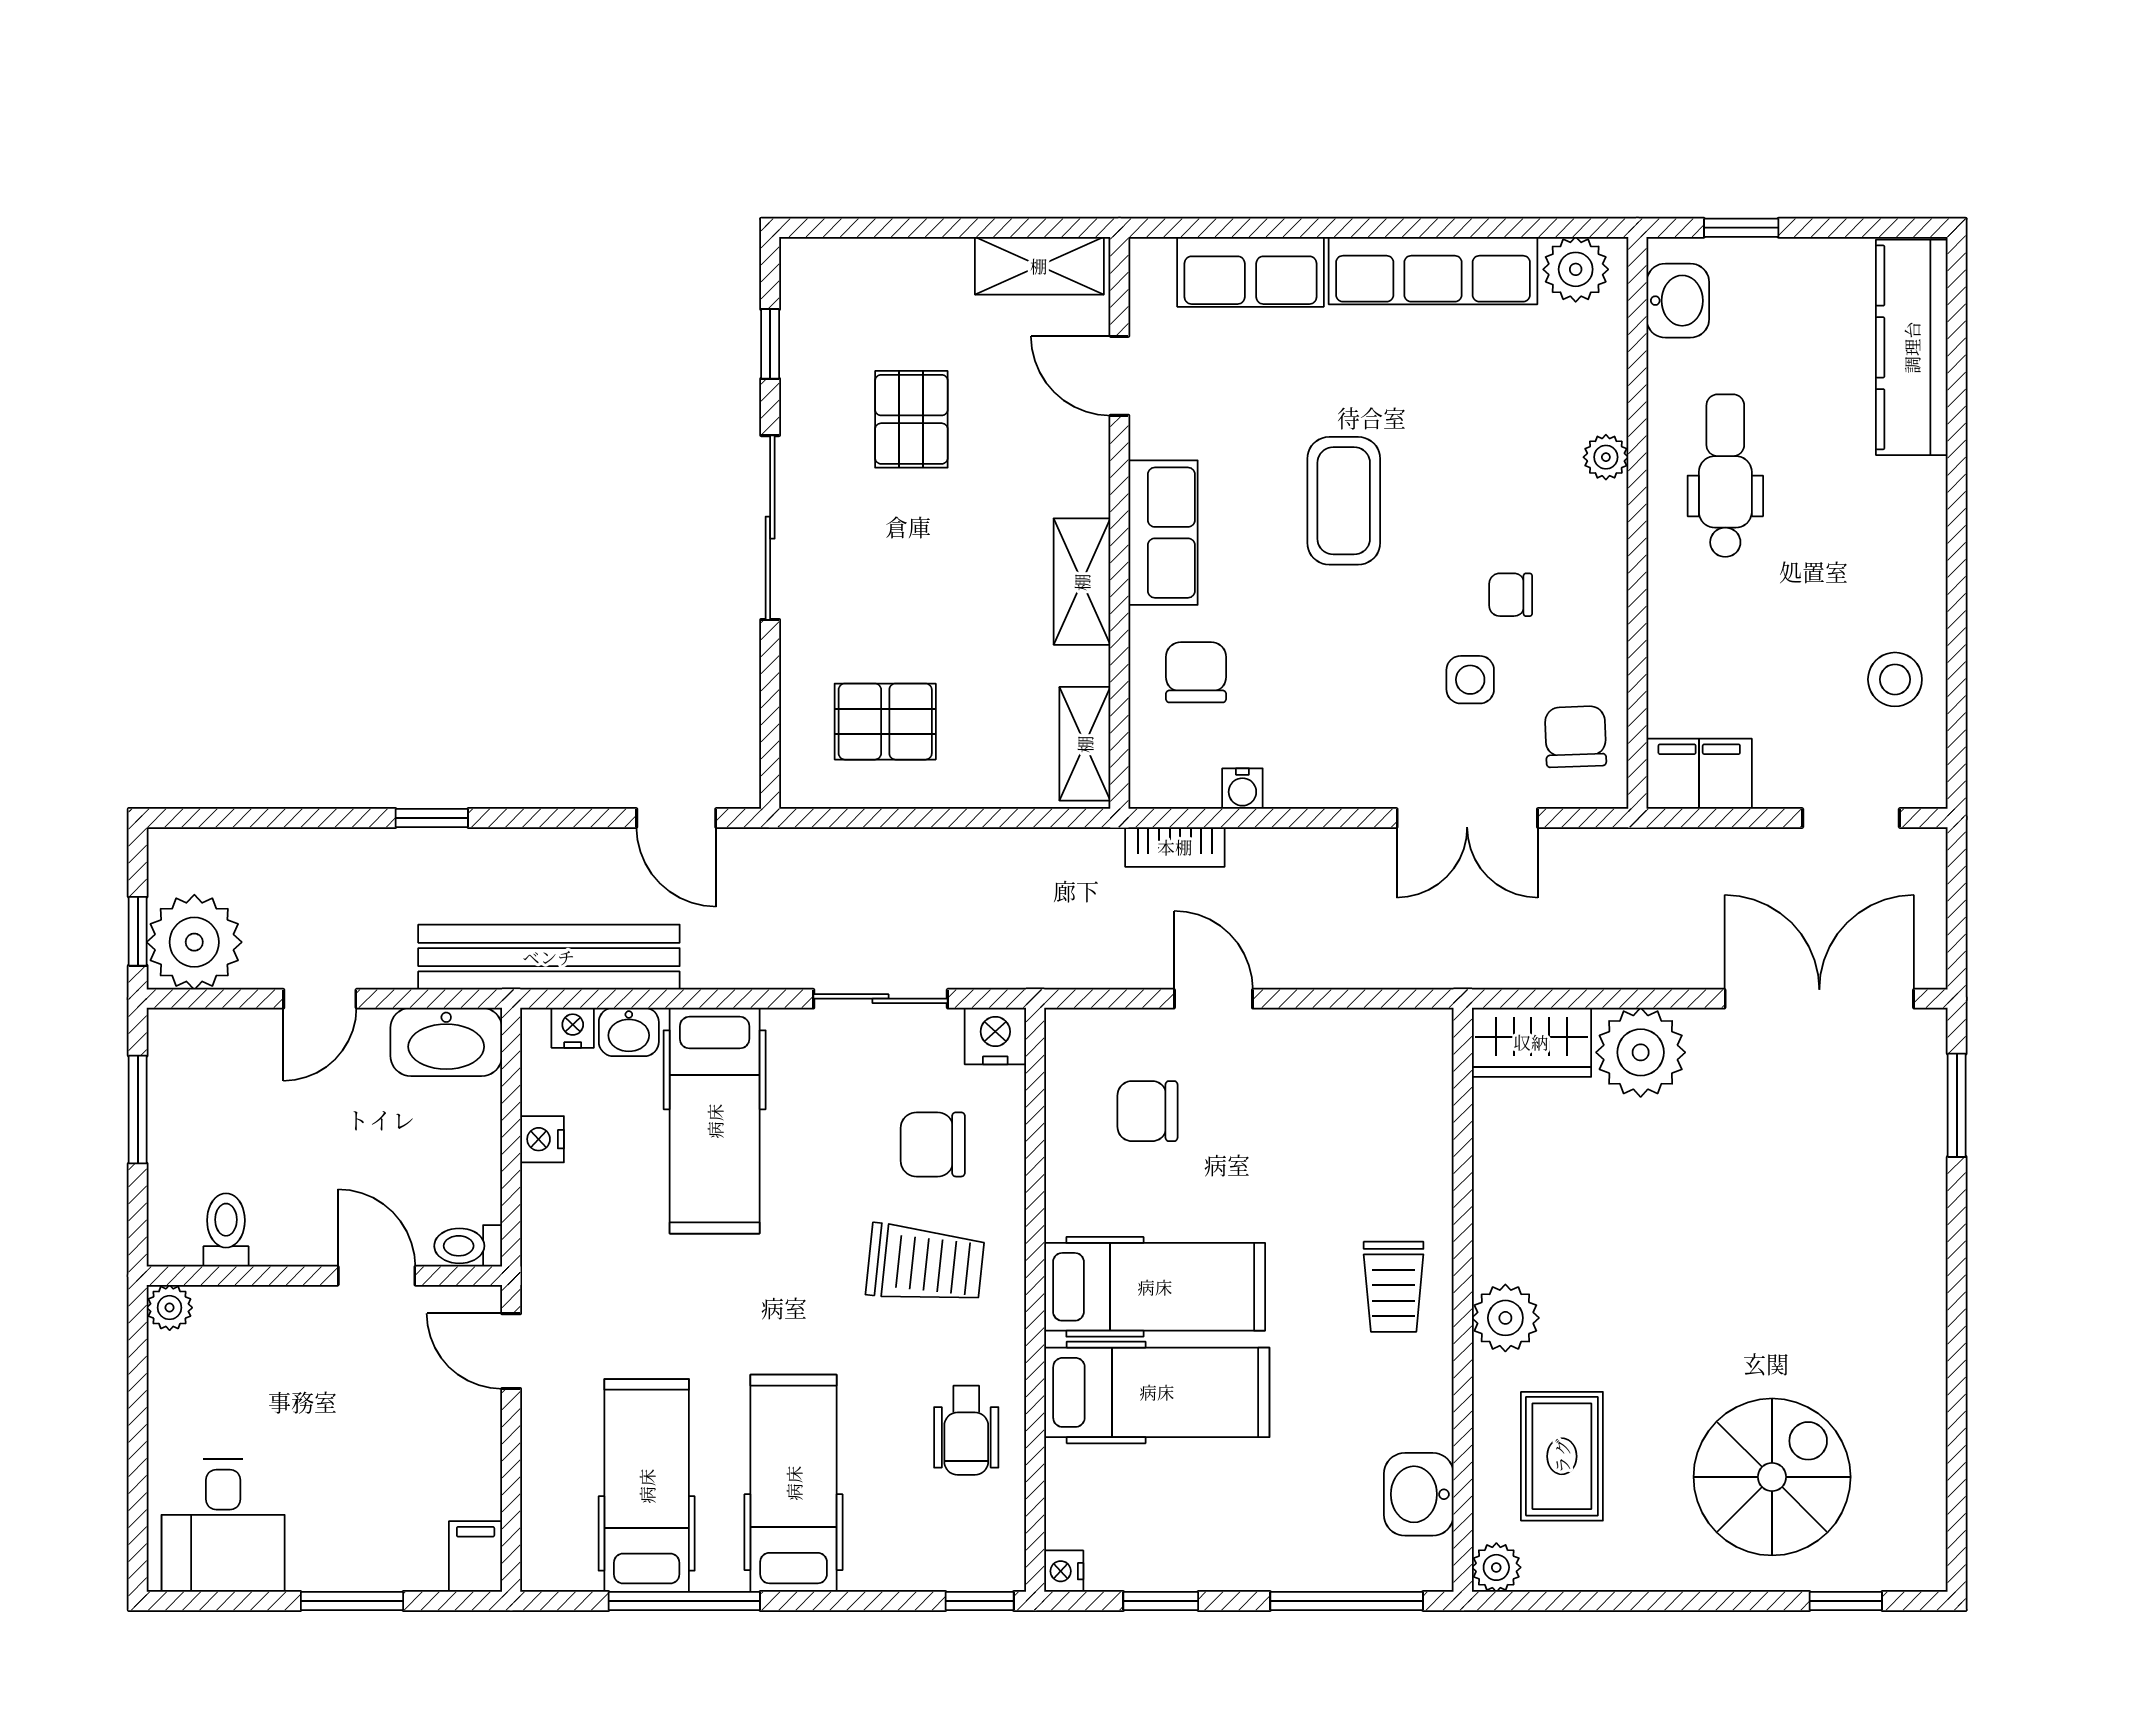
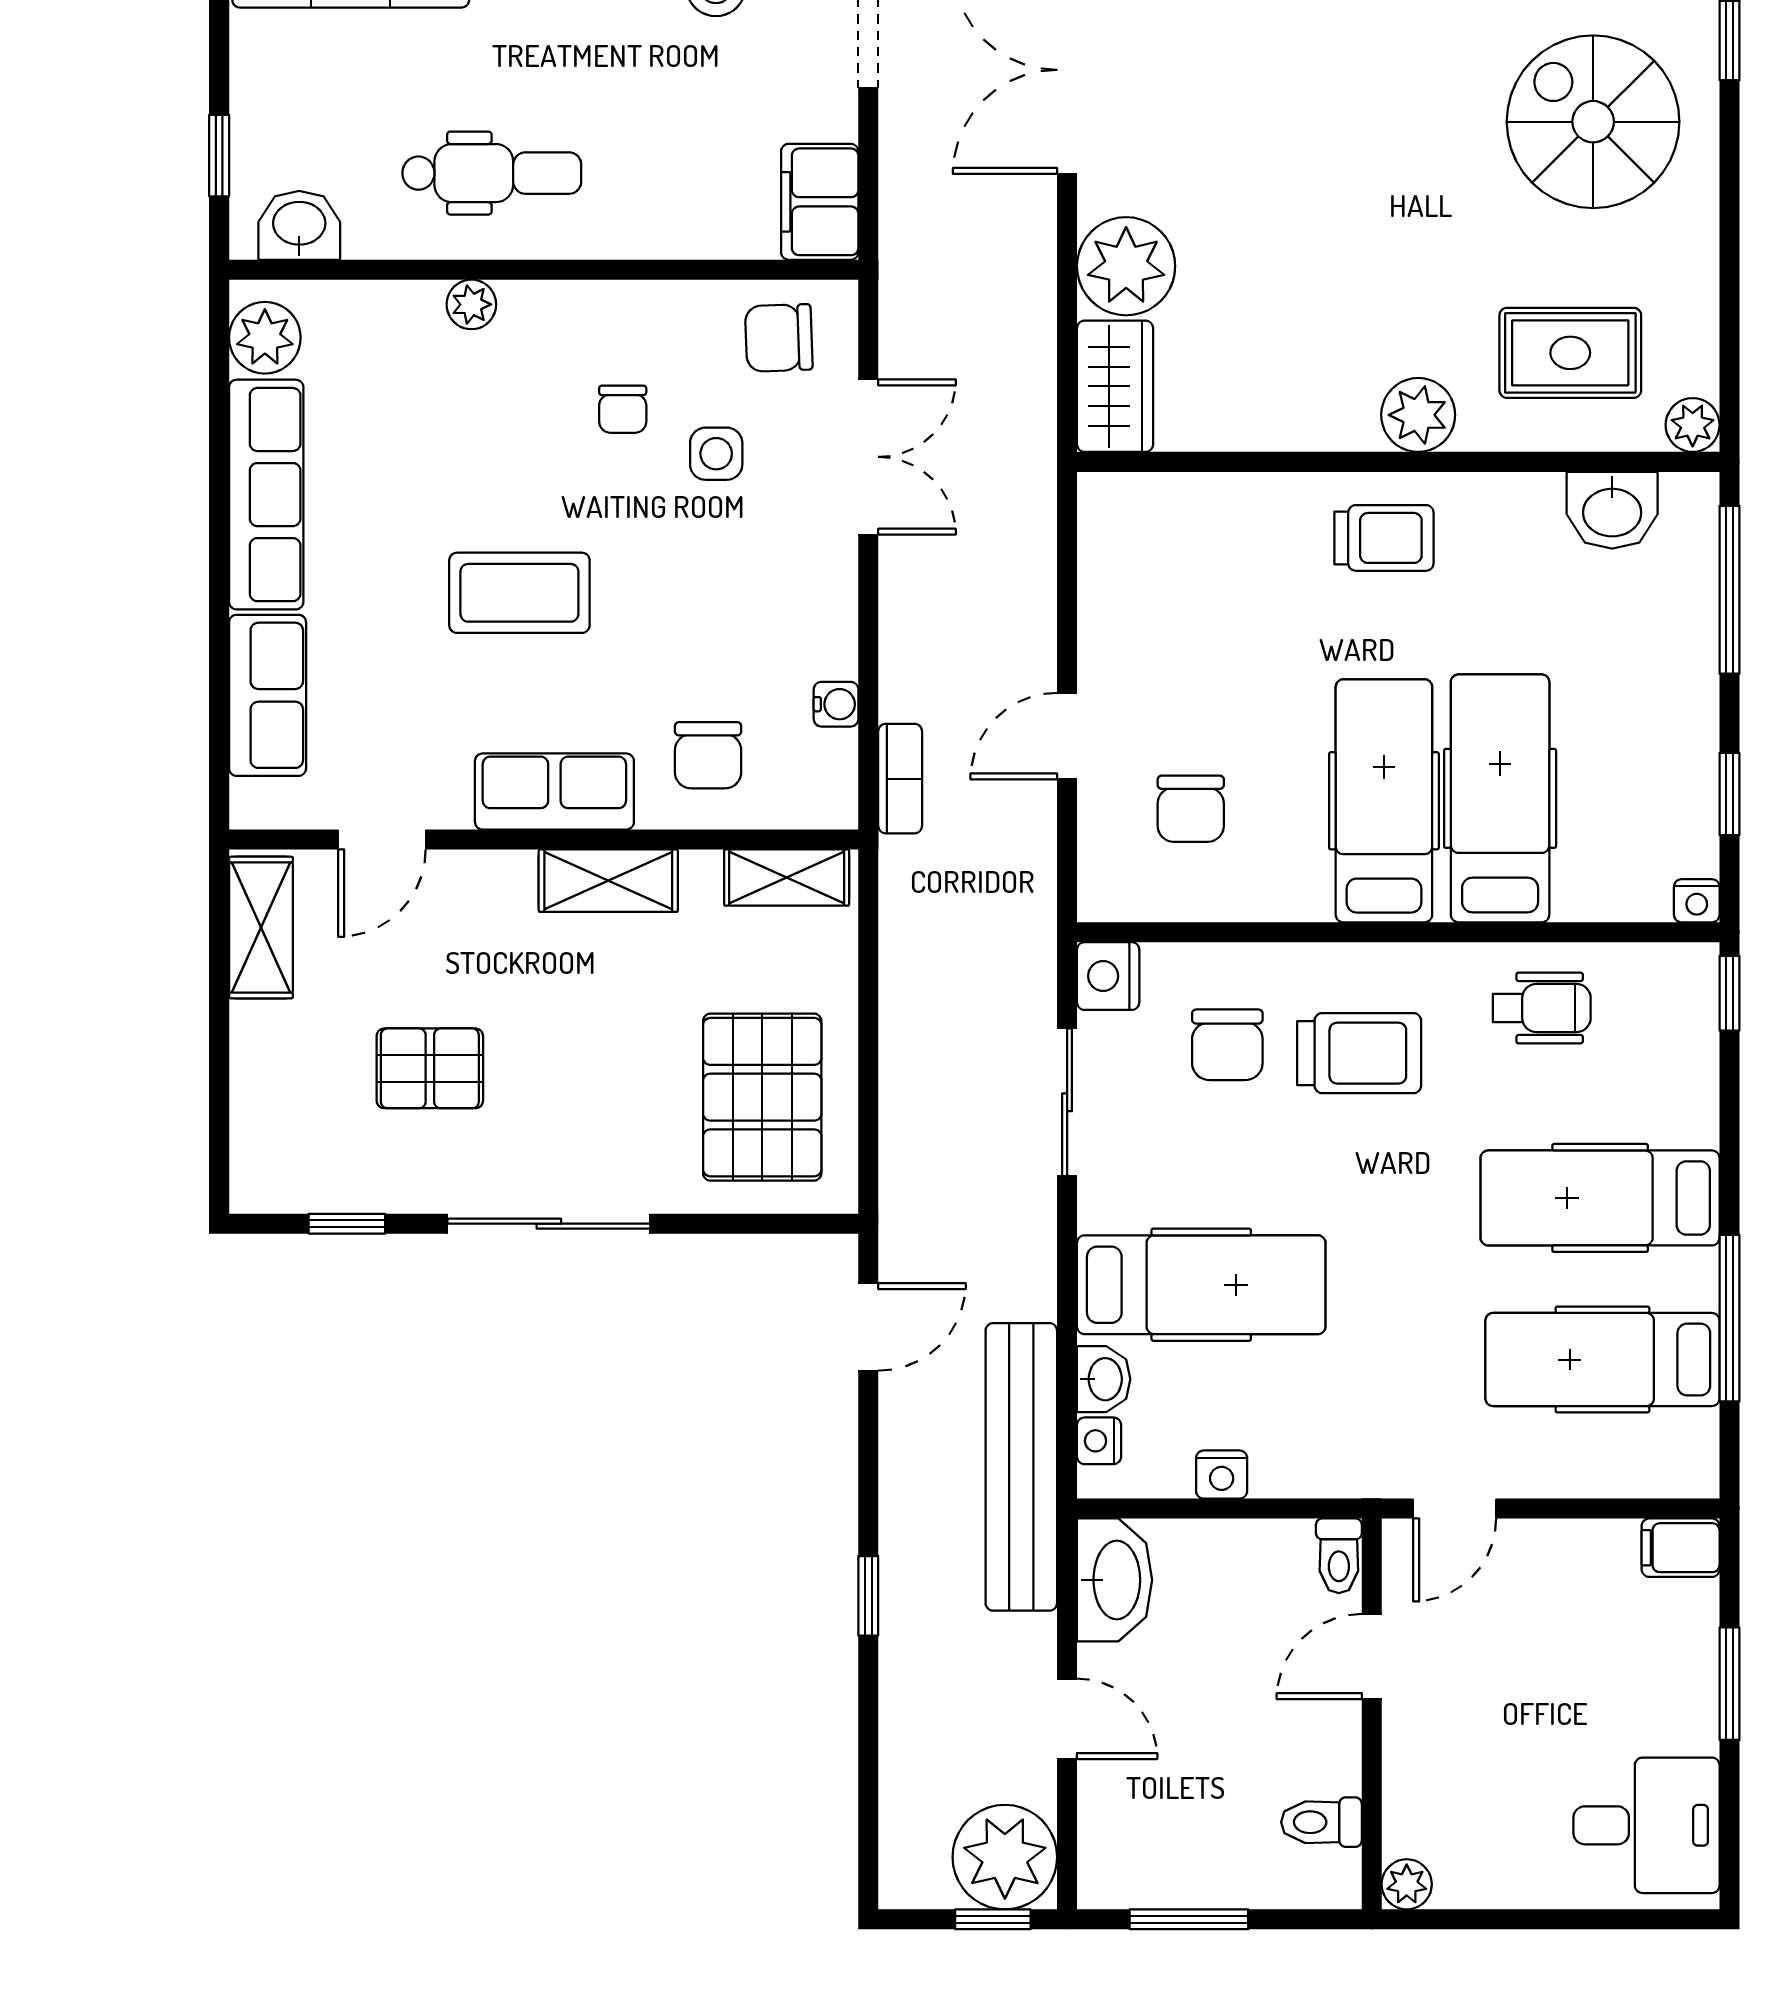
dental chair: (1725, 476) -> (492, 173), turned 180
chair: (1196, 672) -> (708, 755), turned -90
pallet: (885, 722) -> (762, 1097), width x1.50, depth x1.42
trolley: (925, 1264) -> (1359, 1053), turned 84

